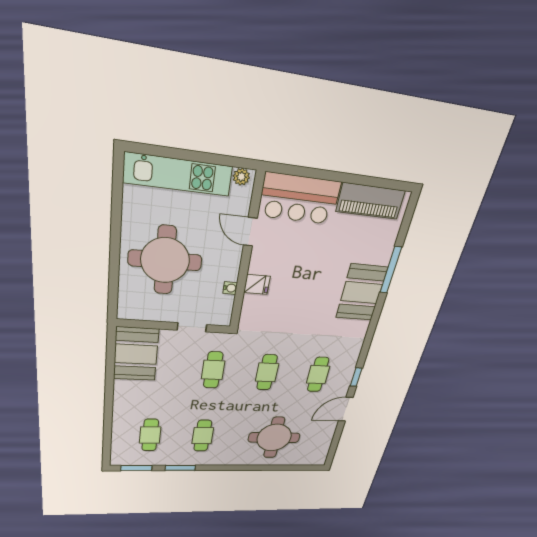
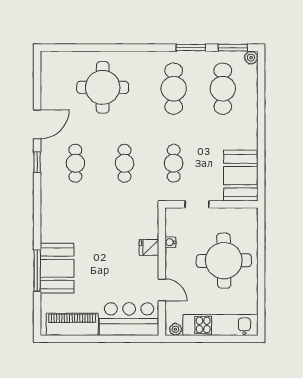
booth: (362, 293) -> (57, 268), moved
cafe table: (150, 435) -> (223, 89), width x1.37, depth x1.35
cafe table: (203, 436) -> (174, 89), width x1.37, depth x1.35
plant: (117, 460) -> (251, 58), added

